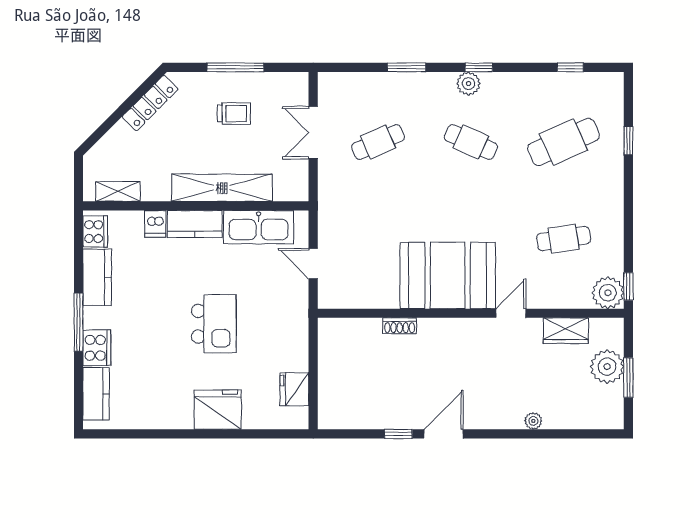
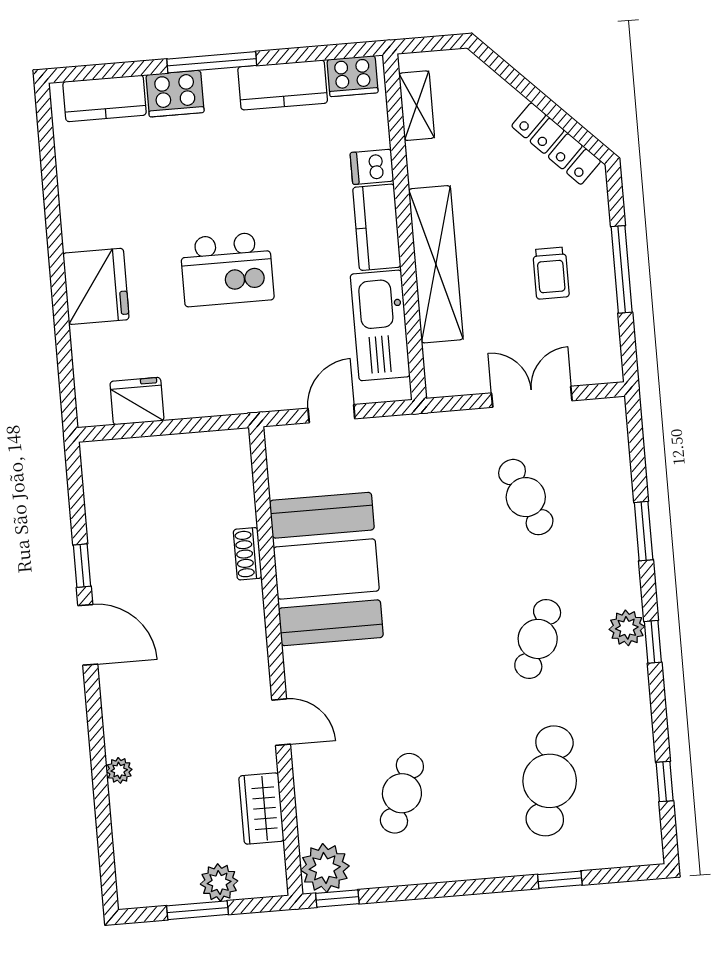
cafe table: (564, 142) -> (550, 781), turned 36
cafe table: (564, 239) -> (402, 793), turned 30
booth: (448, 275) -> (326, 569), moved
plant: (607, 367) -> (219, 882), width x0.73, depth x0.73

